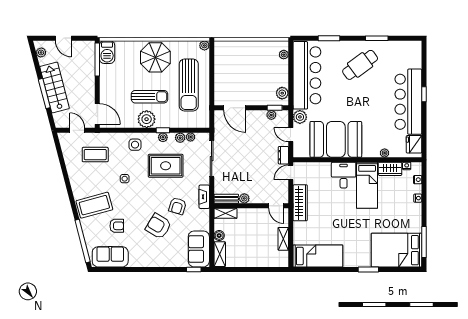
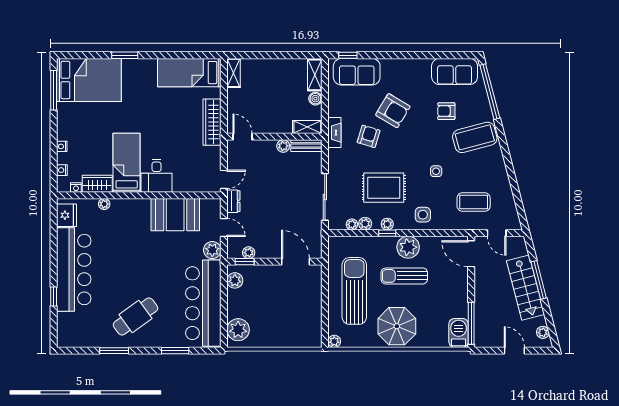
plant: (284, 55) -> (238, 330), width x1.87, depth x1.87
window: (424, 94) -> (54, 297), moved
booth: (336, 139) -> (175, 215), width x0.73, depth x0.70
fireplace: (204, 197) -> (334, 133), moved
wardrobe: (300, 203) -> (212, 122), moved
shelving: (283, 239) -> (234, 73), moved
sofa: (199, 249) -> (357, 72), moved, turned 90

